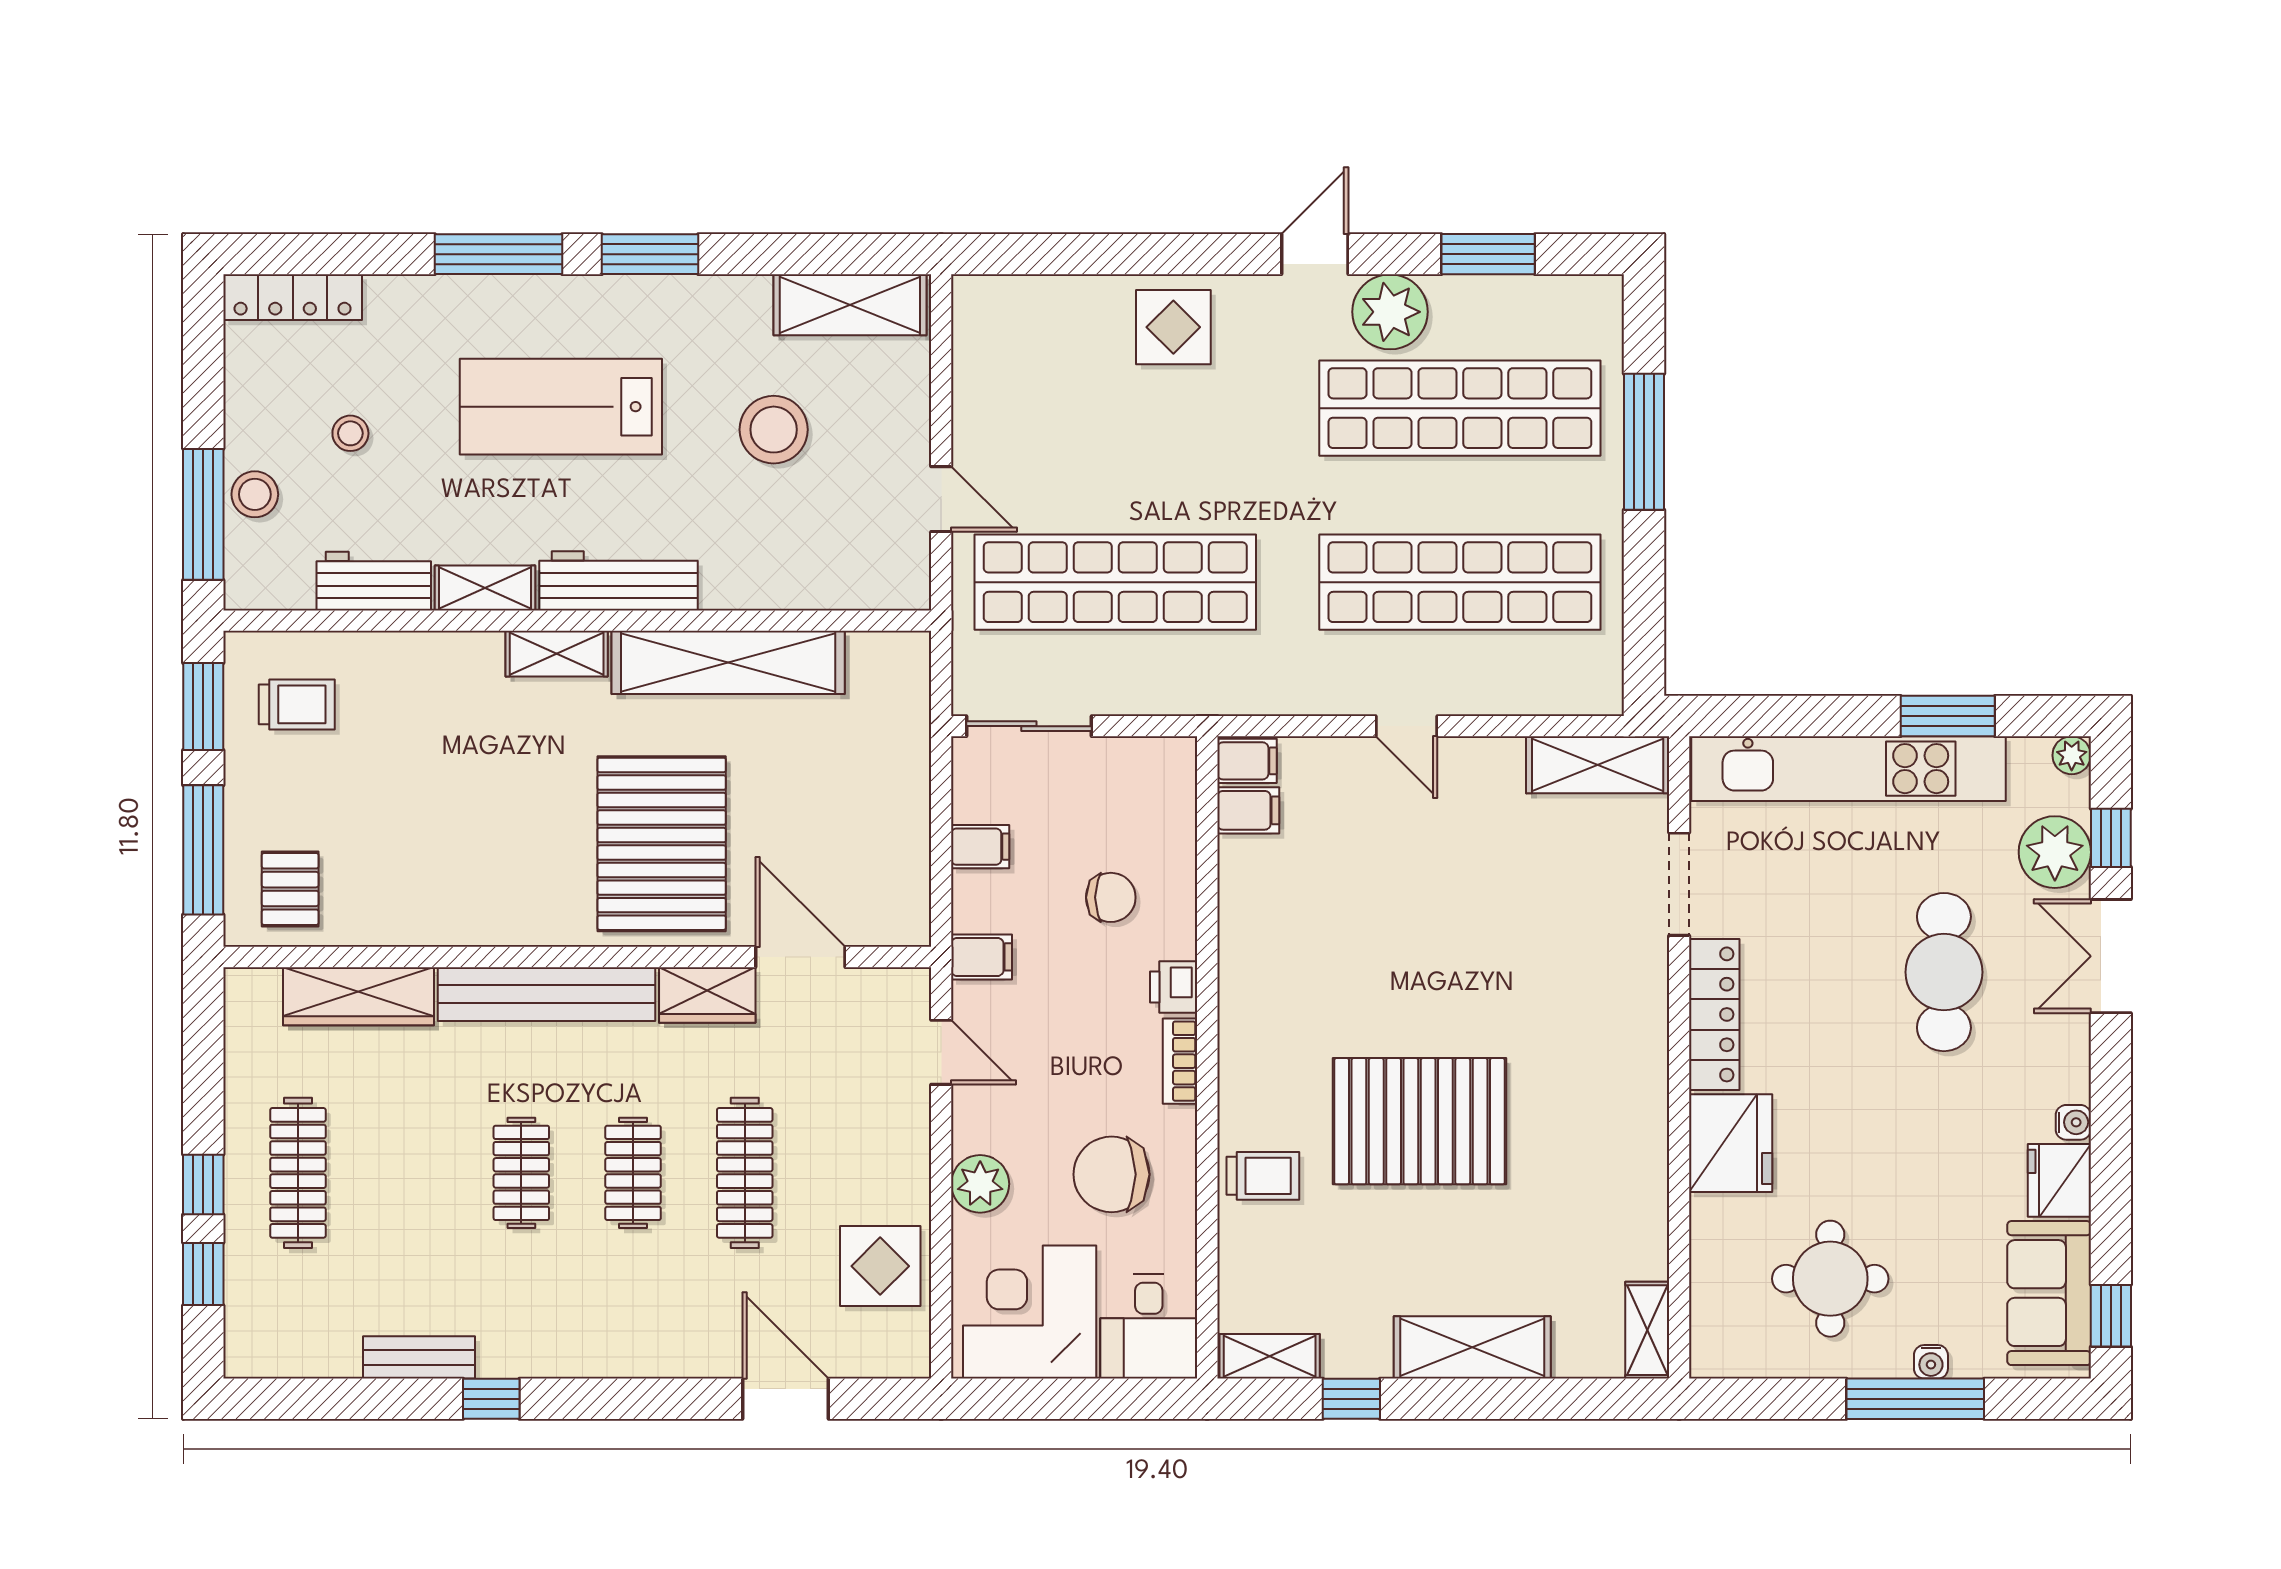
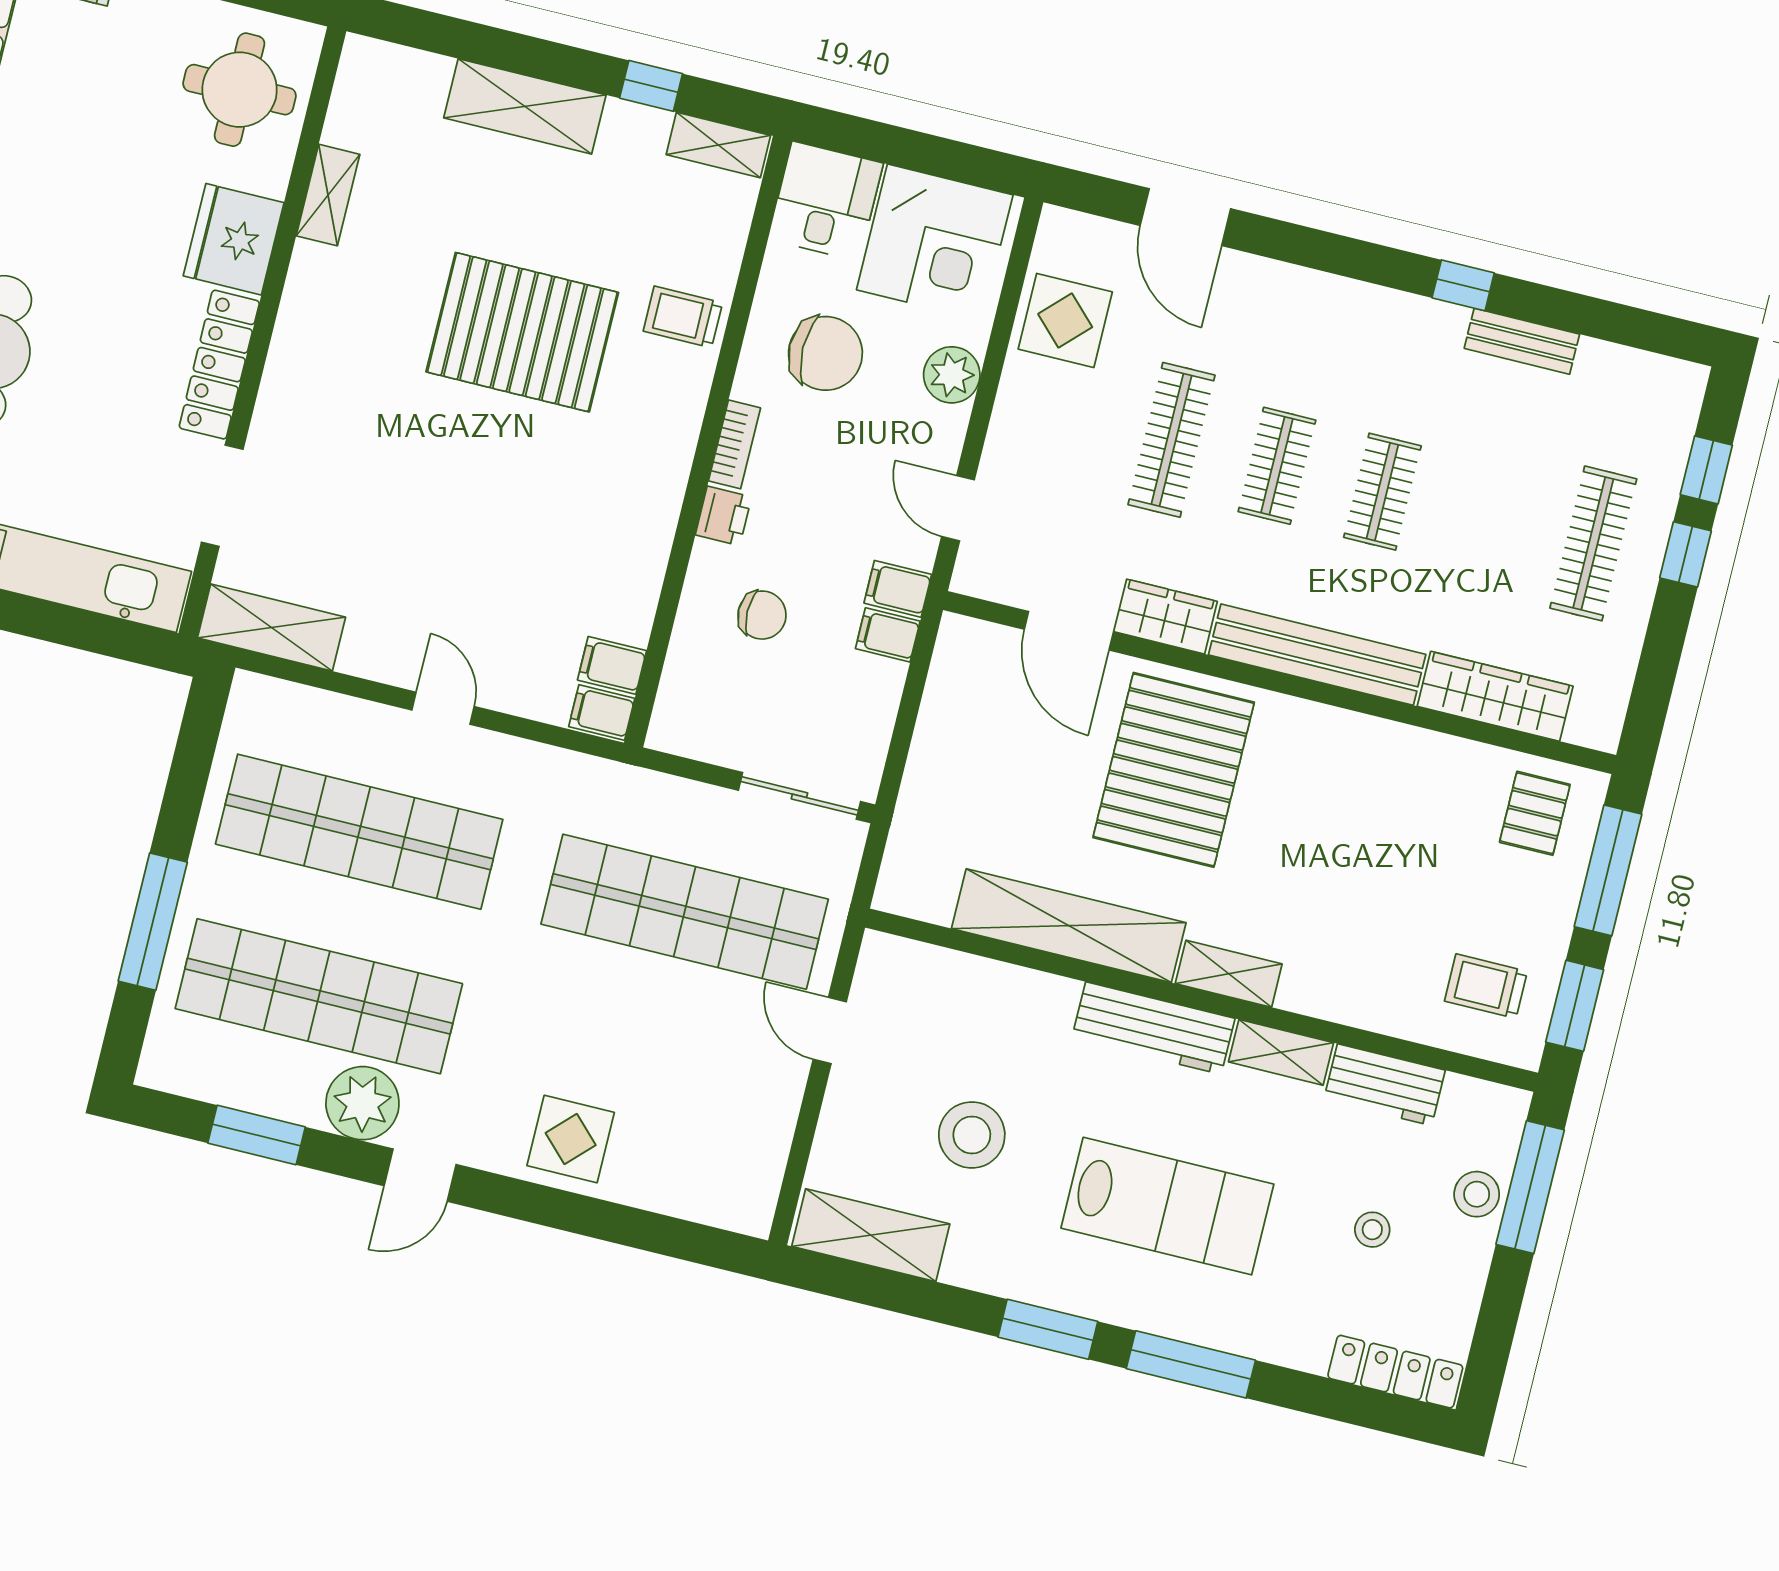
filing cabinet: (980, 847) -> (888, 635), moved
chair: (1111, 897) -> (762, 615), turned 180
round table: (1830, 1279) -> (240, 90), moved
shelving: (1647, 1330) -> (328, 195), moved

